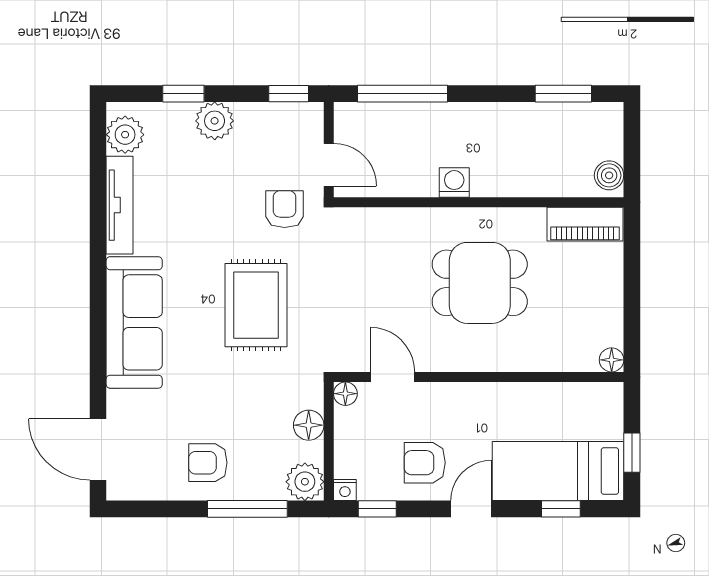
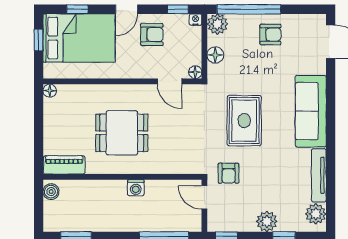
bed: (558, 471) -> (79, 38), width x1.50
window: (247, 509) -> (249, 9), width x1.46

